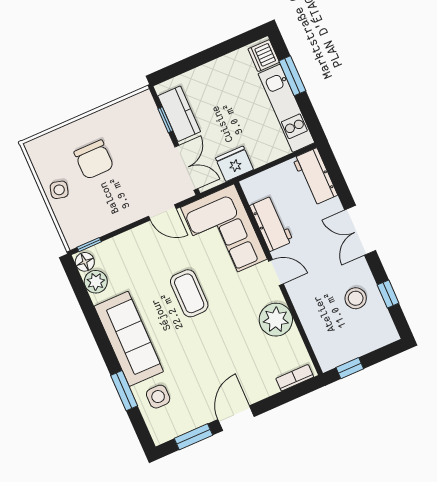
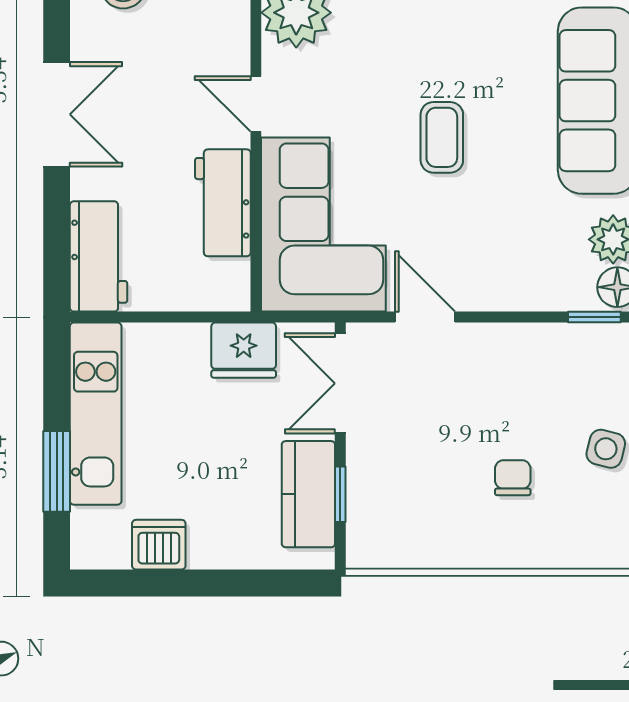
dishwasher: (264, 56) -> (159, 545), moved, turned -90
chair: (94, 160) -> (513, 478), width x0.54, depth x0.54
coffee table: (189, 293) -> (442, 137), width x0.73, depth x0.77

